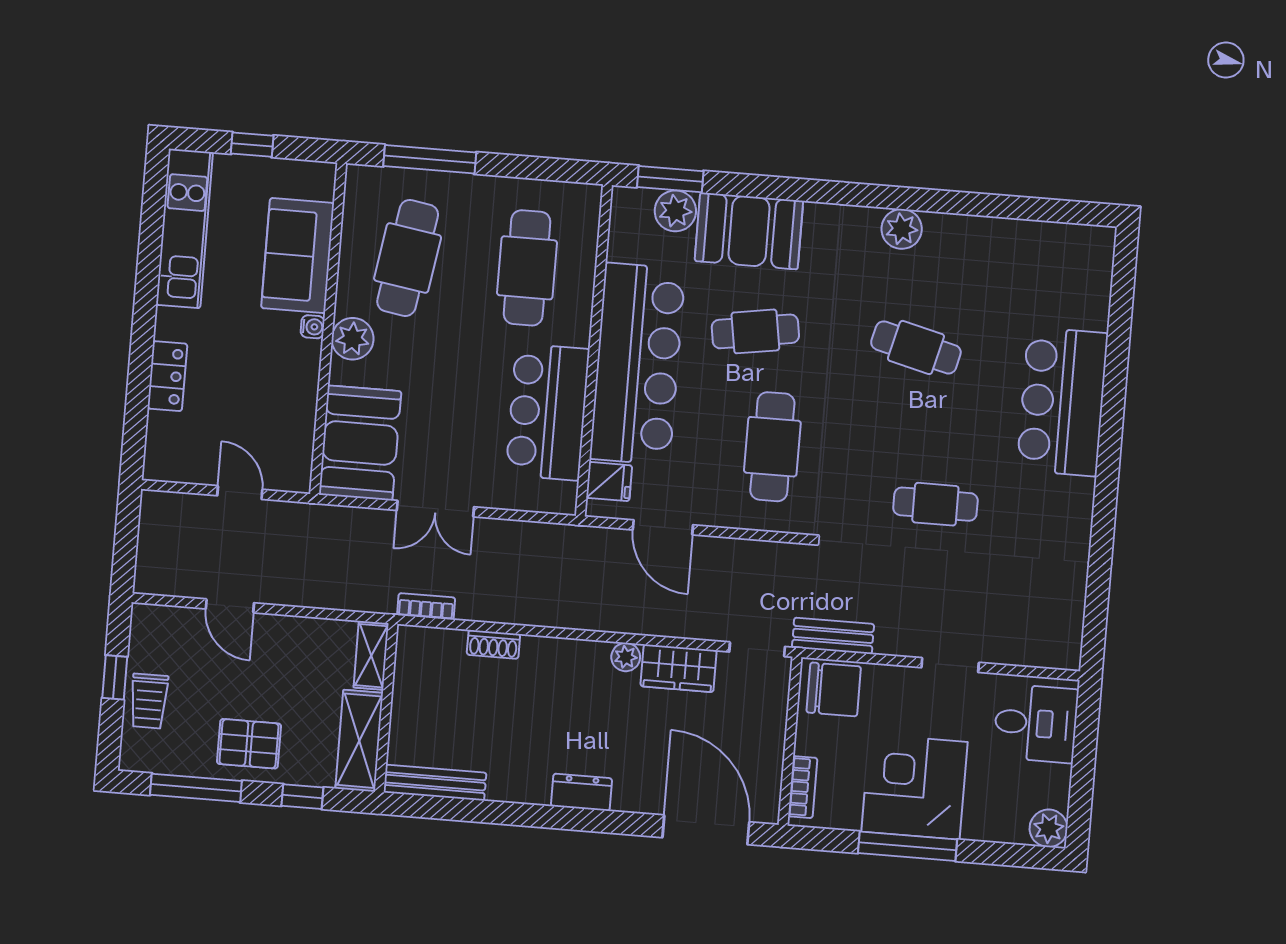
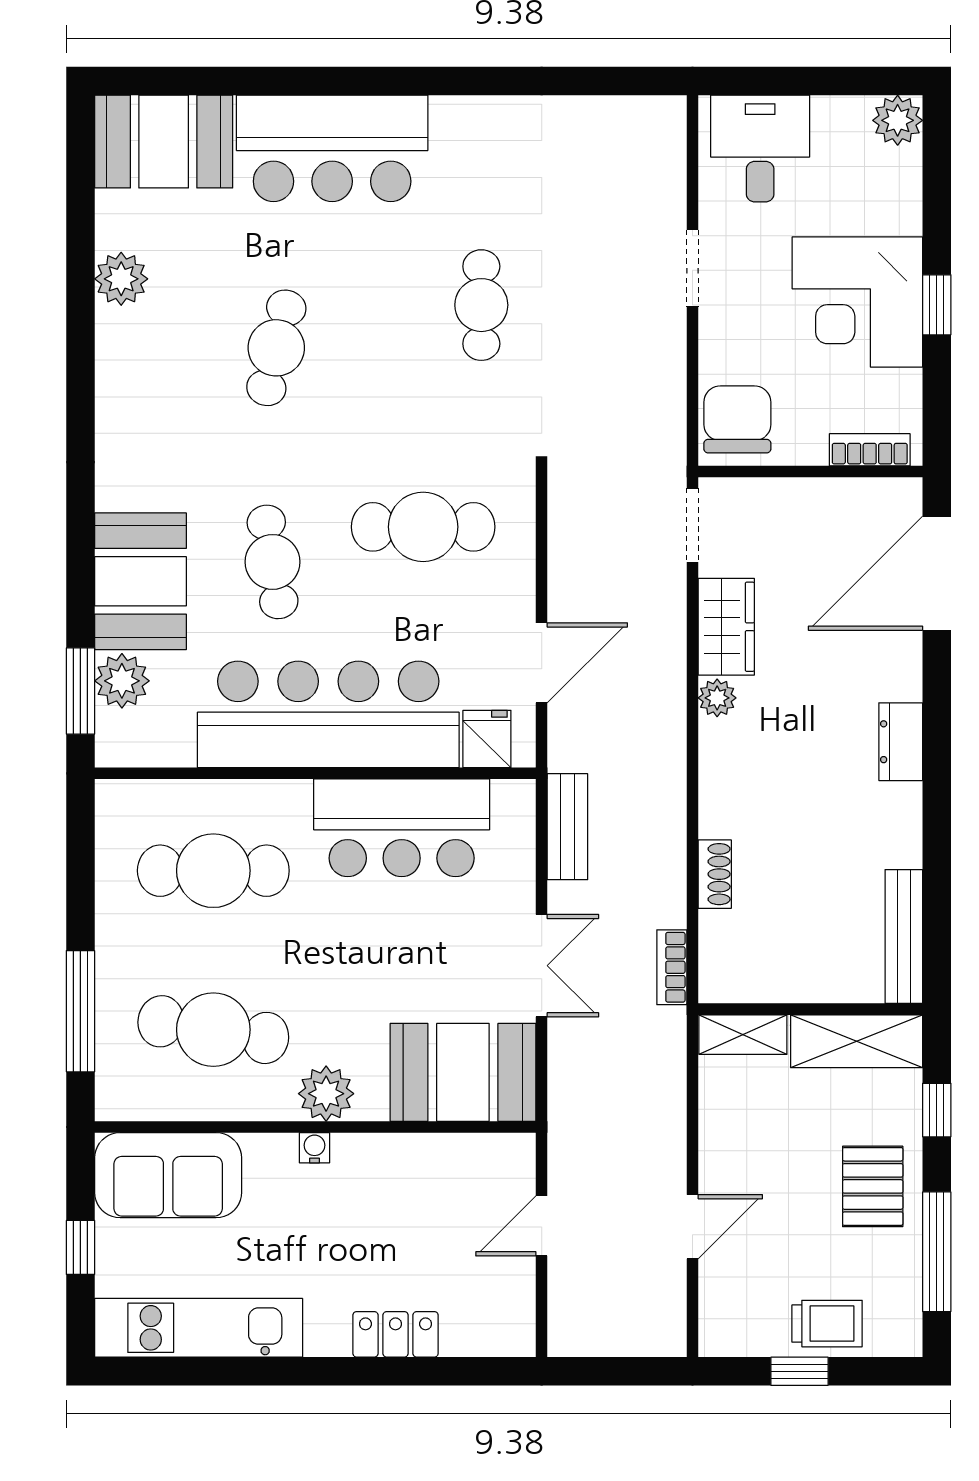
plant: (902, 229) -> (121, 279), moved
sofa: (298, 256) -> (168, 1175), moved
booth: (1078, 276) -> (164, 142), added
bench: (833, 636) -> (567, 827), moved
window: (907, 846) -> (937, 305), width x0.46

